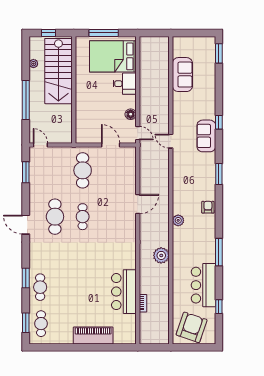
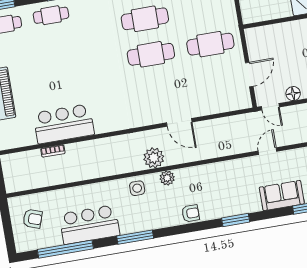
door: (138, 133) -> (270, 107), hinge flipped
cafe table: (83, 217) -> (151, 54), width x1.37, depth x1.35
side table: (182, 244) -> (137, 188), added
plant: (161, 255) -> (154, 158), moved
window: (219, 307) -> (65, 249), width x3.17
armchair: (192, 327) -> (33, 219), width x0.53, depth x0.53

